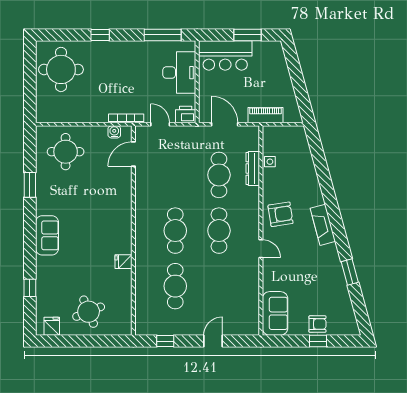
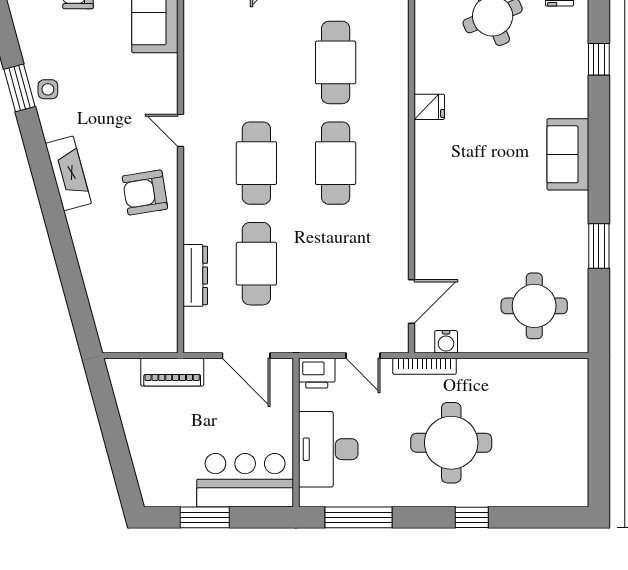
round table: (61, 69) -> (451, 443), moved
side table: (270, 162) -> (48, 89), moved

